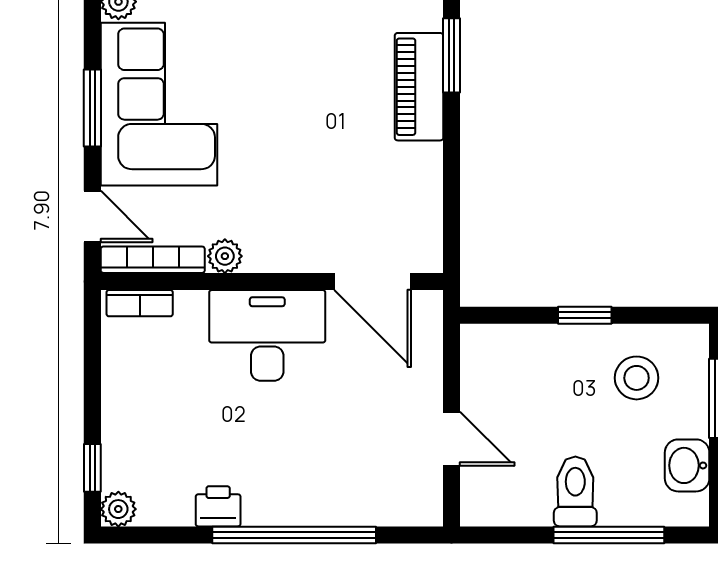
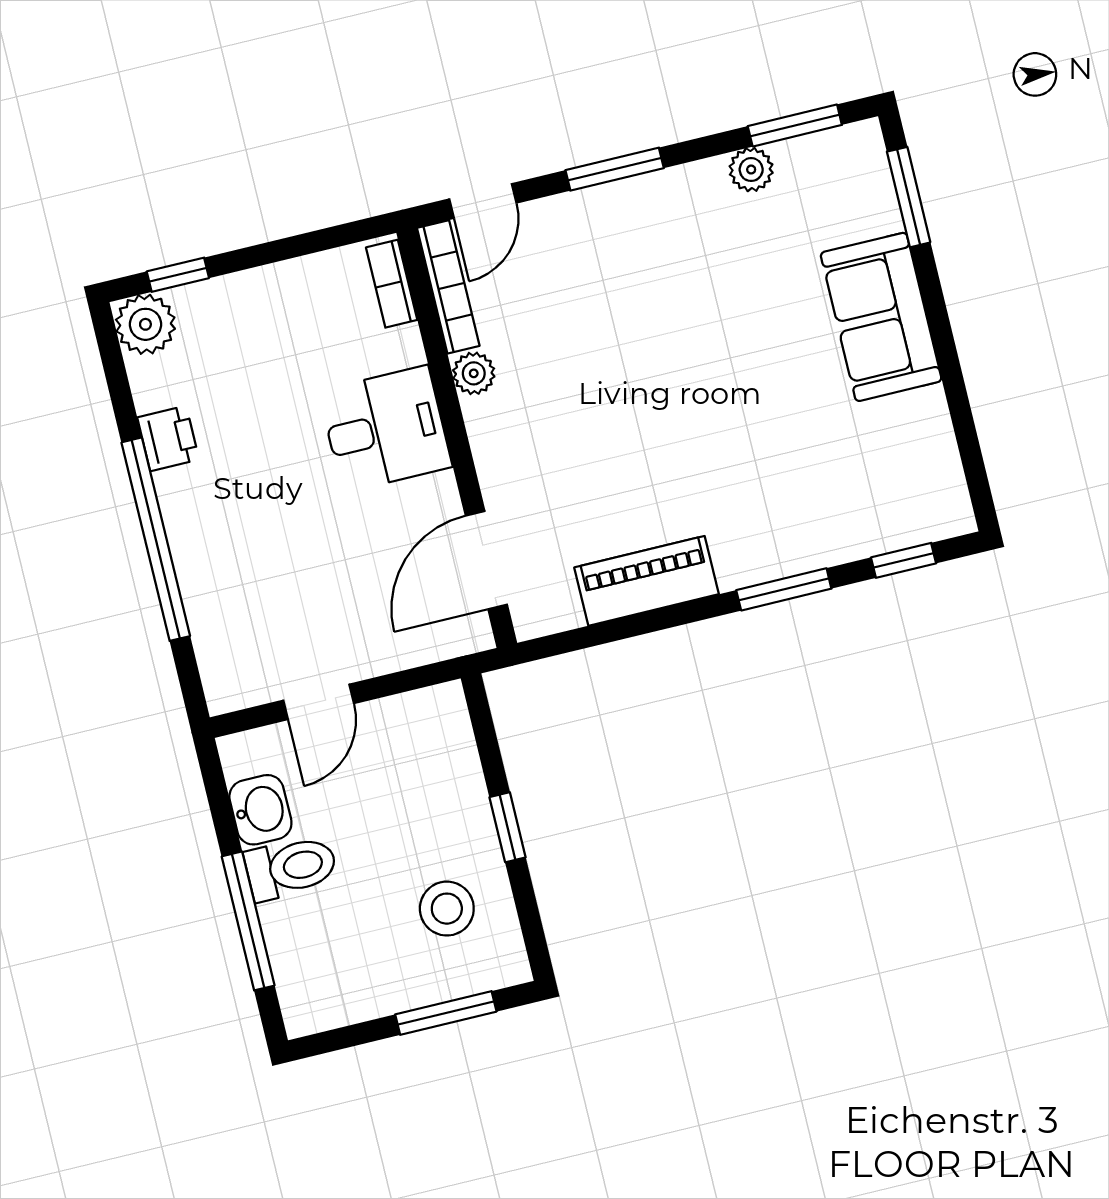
piano: (419, 87) -> (647, 581), moved
corner sofa: (159, 104) -> (639, 249), removed
desk: (267, 335) -> (385, 429), width x0.73
washbasin: (687, 465) -> (260, 810), moved, turned 90
plant: (118, 509) -> (145, 324), width x1.38, depth x1.38

